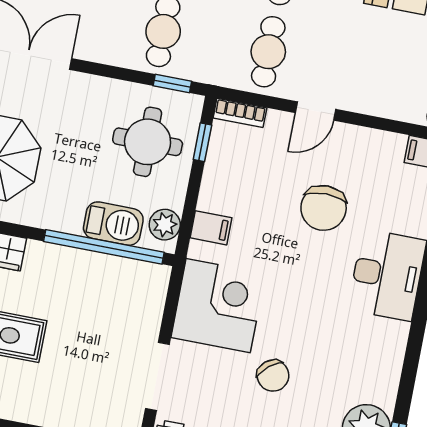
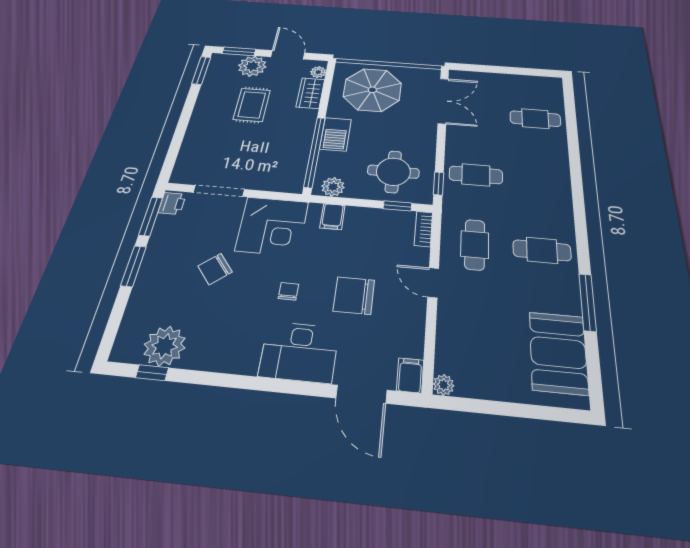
cafe table: (268, 52) -> (475, 244), turned 90
barbecue: (113, 224) -> (336, 134), moved
chair: (311, 286) -> (288, 291), added

